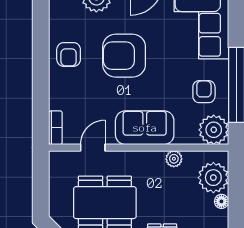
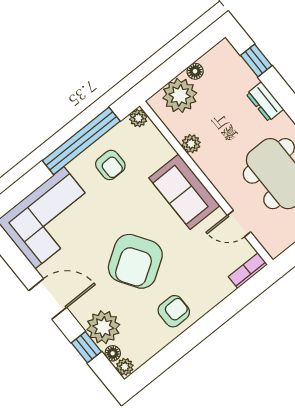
armchair: (124, 56) -> (135, 261), turned 57
armchair: (204, 92) -> (110, 165), turned -90
plant: (214, 130) -> (138, 118), width x0.53, depth x0.53

